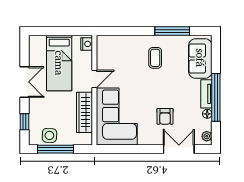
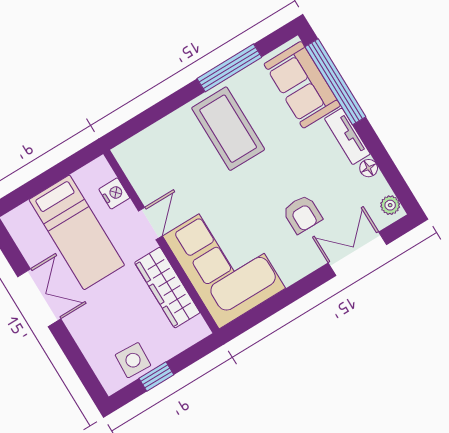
nightstand: (87, 44) -> (114, 193), moved
coffee table: (155, 58) -> (228, 129), width x1.86, depth x1.72
window: (216, 97) -> (335, 82), moved
window: (25, 122) -> (79, 363), removed
window: (55, 149) -> (156, 376), width x0.46

